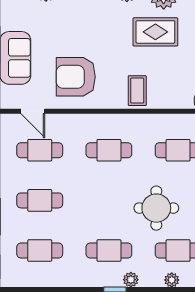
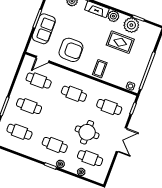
armchair: (76, 77) -> (71, 50), turned 180
door: (33, 111) -> (43, 59), hinge flipped

